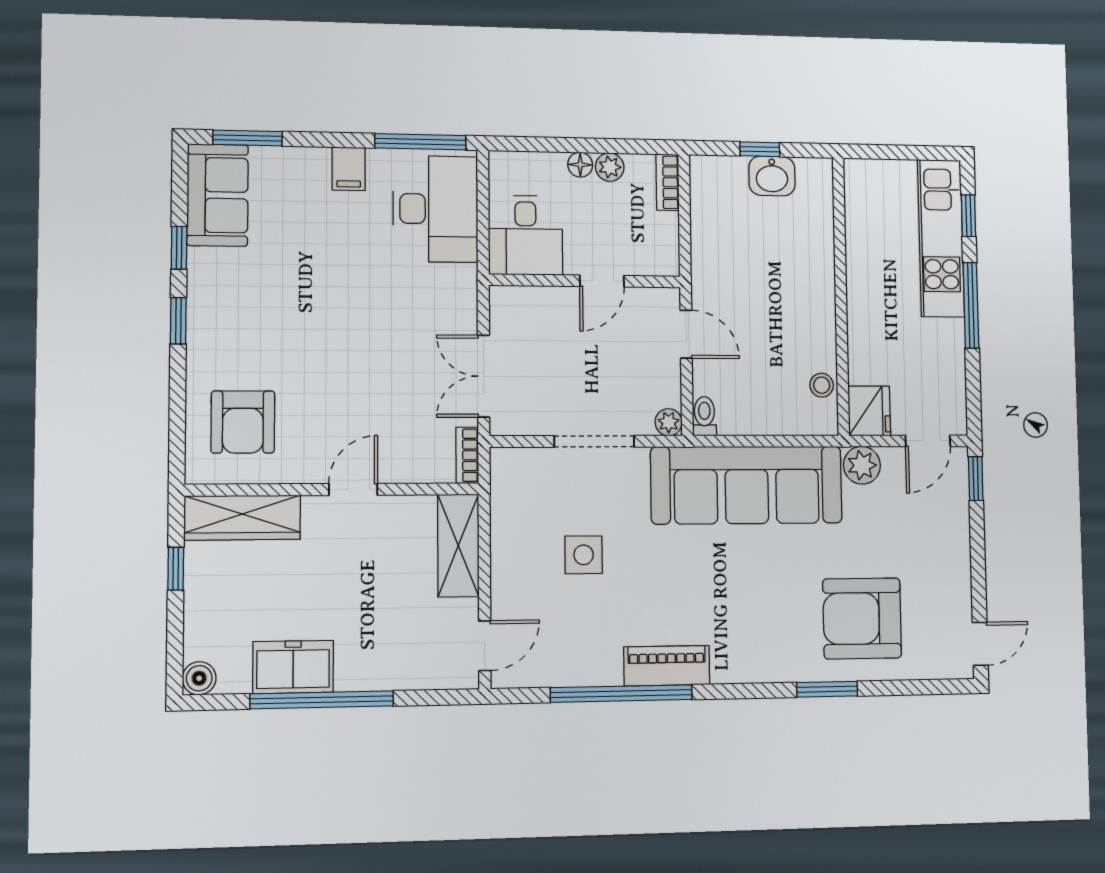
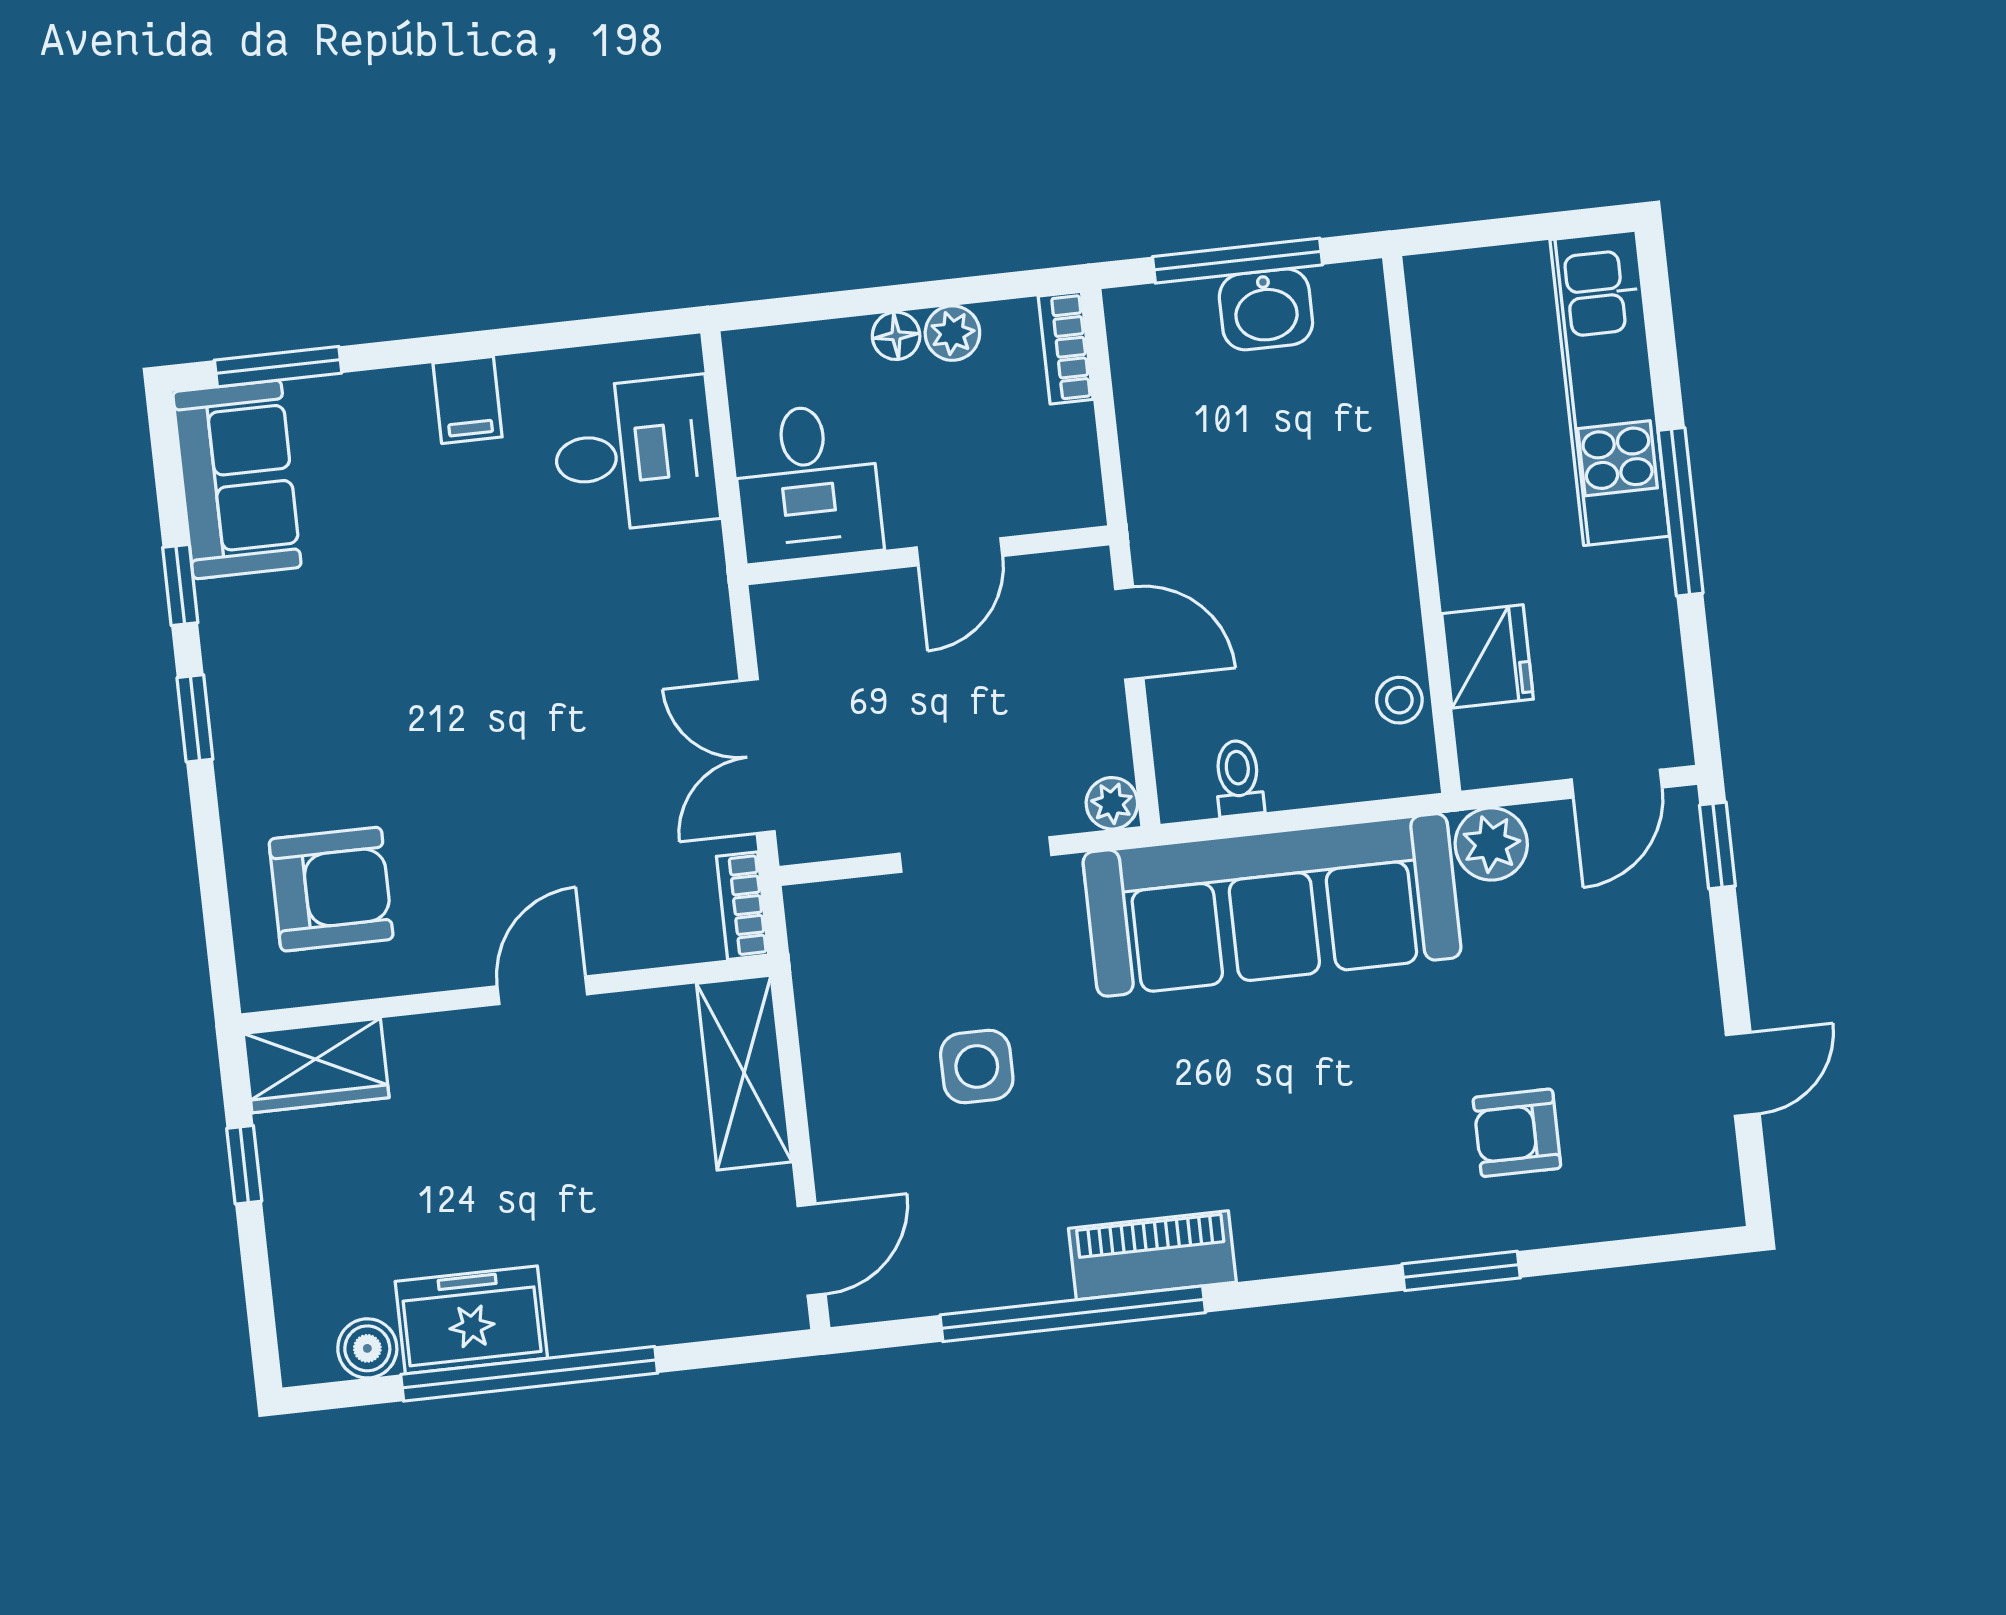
window: (421, 142) -> (593, 332), removed
window: (760, 149) -> (1238, 261), width x2.17
desk: (435, 209) -> (635, 455), width x0.73
window: (968, 216) -> (1661, 337), removed
fridge: (869, 411) -> (1488, 656), moved
toilet: (704, 416) -> (1238, 778), moved
armchair: (243, 422) -> (331, 889), turned -90
wardrobe: (242, 518) -> (316, 1066), width x0.67
armchair: (862, 618) -> (1517, 1133), width x0.53, depth x0.53
door: (980, 644) -> (1743, 1074), moved
boiler: (199, 678) -> (367, 1348), moved

